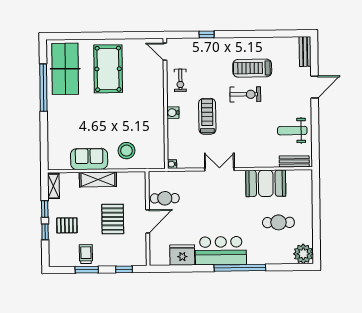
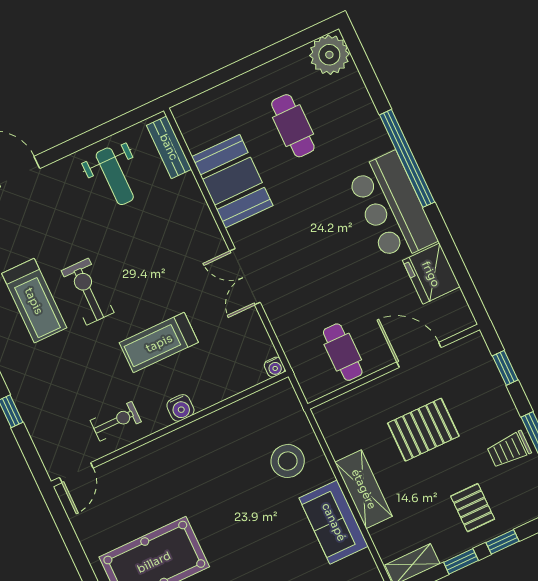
door: (148, 221) -> (419, 355), moved

